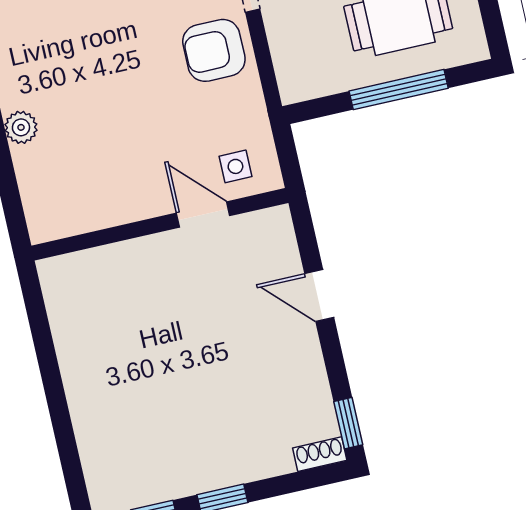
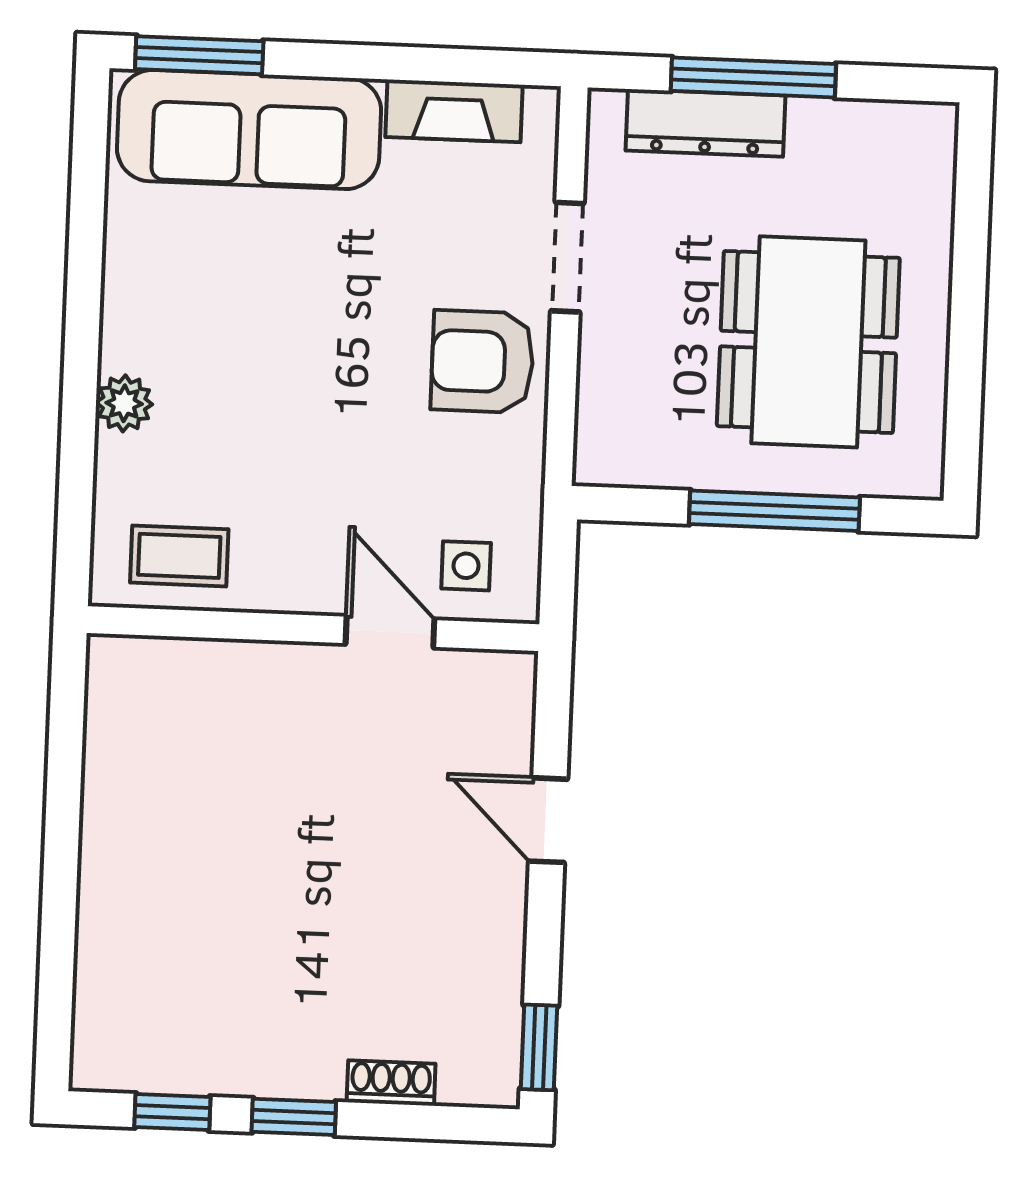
coffee table: (75, 204) -> (179, 556), added
shoe rack: (320, 454) -> (391, 1083), moved

